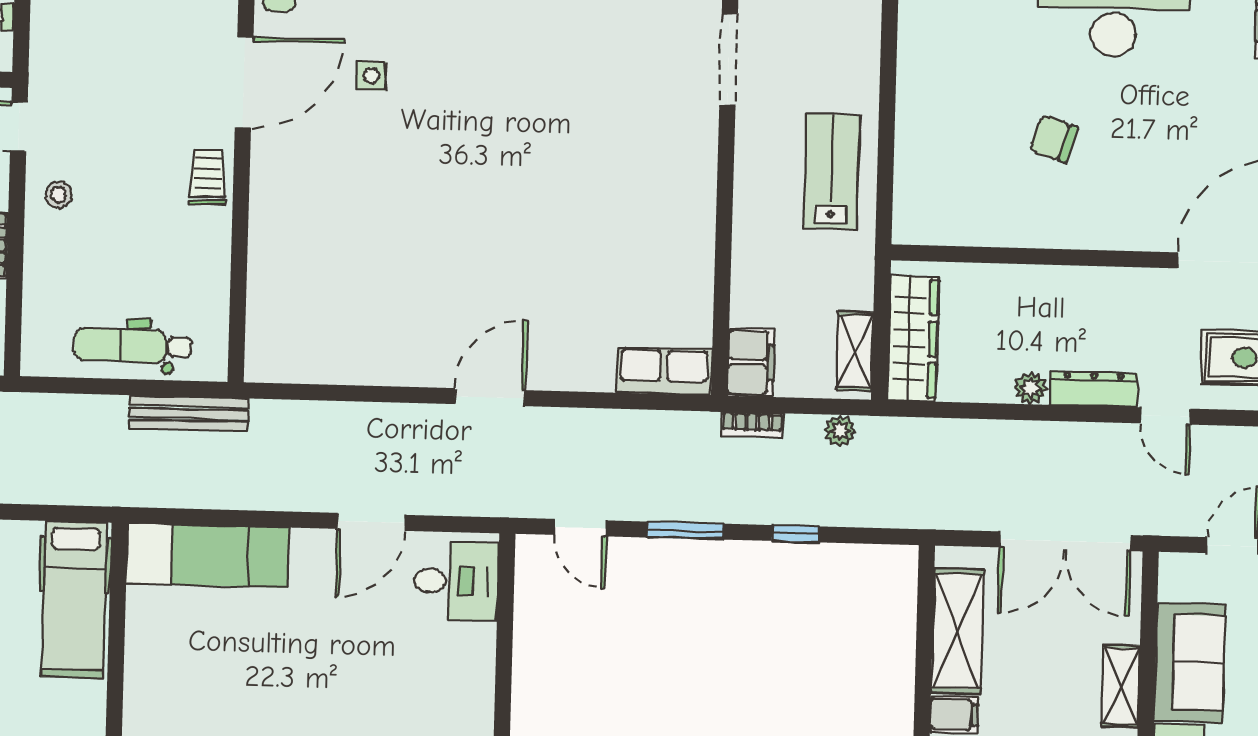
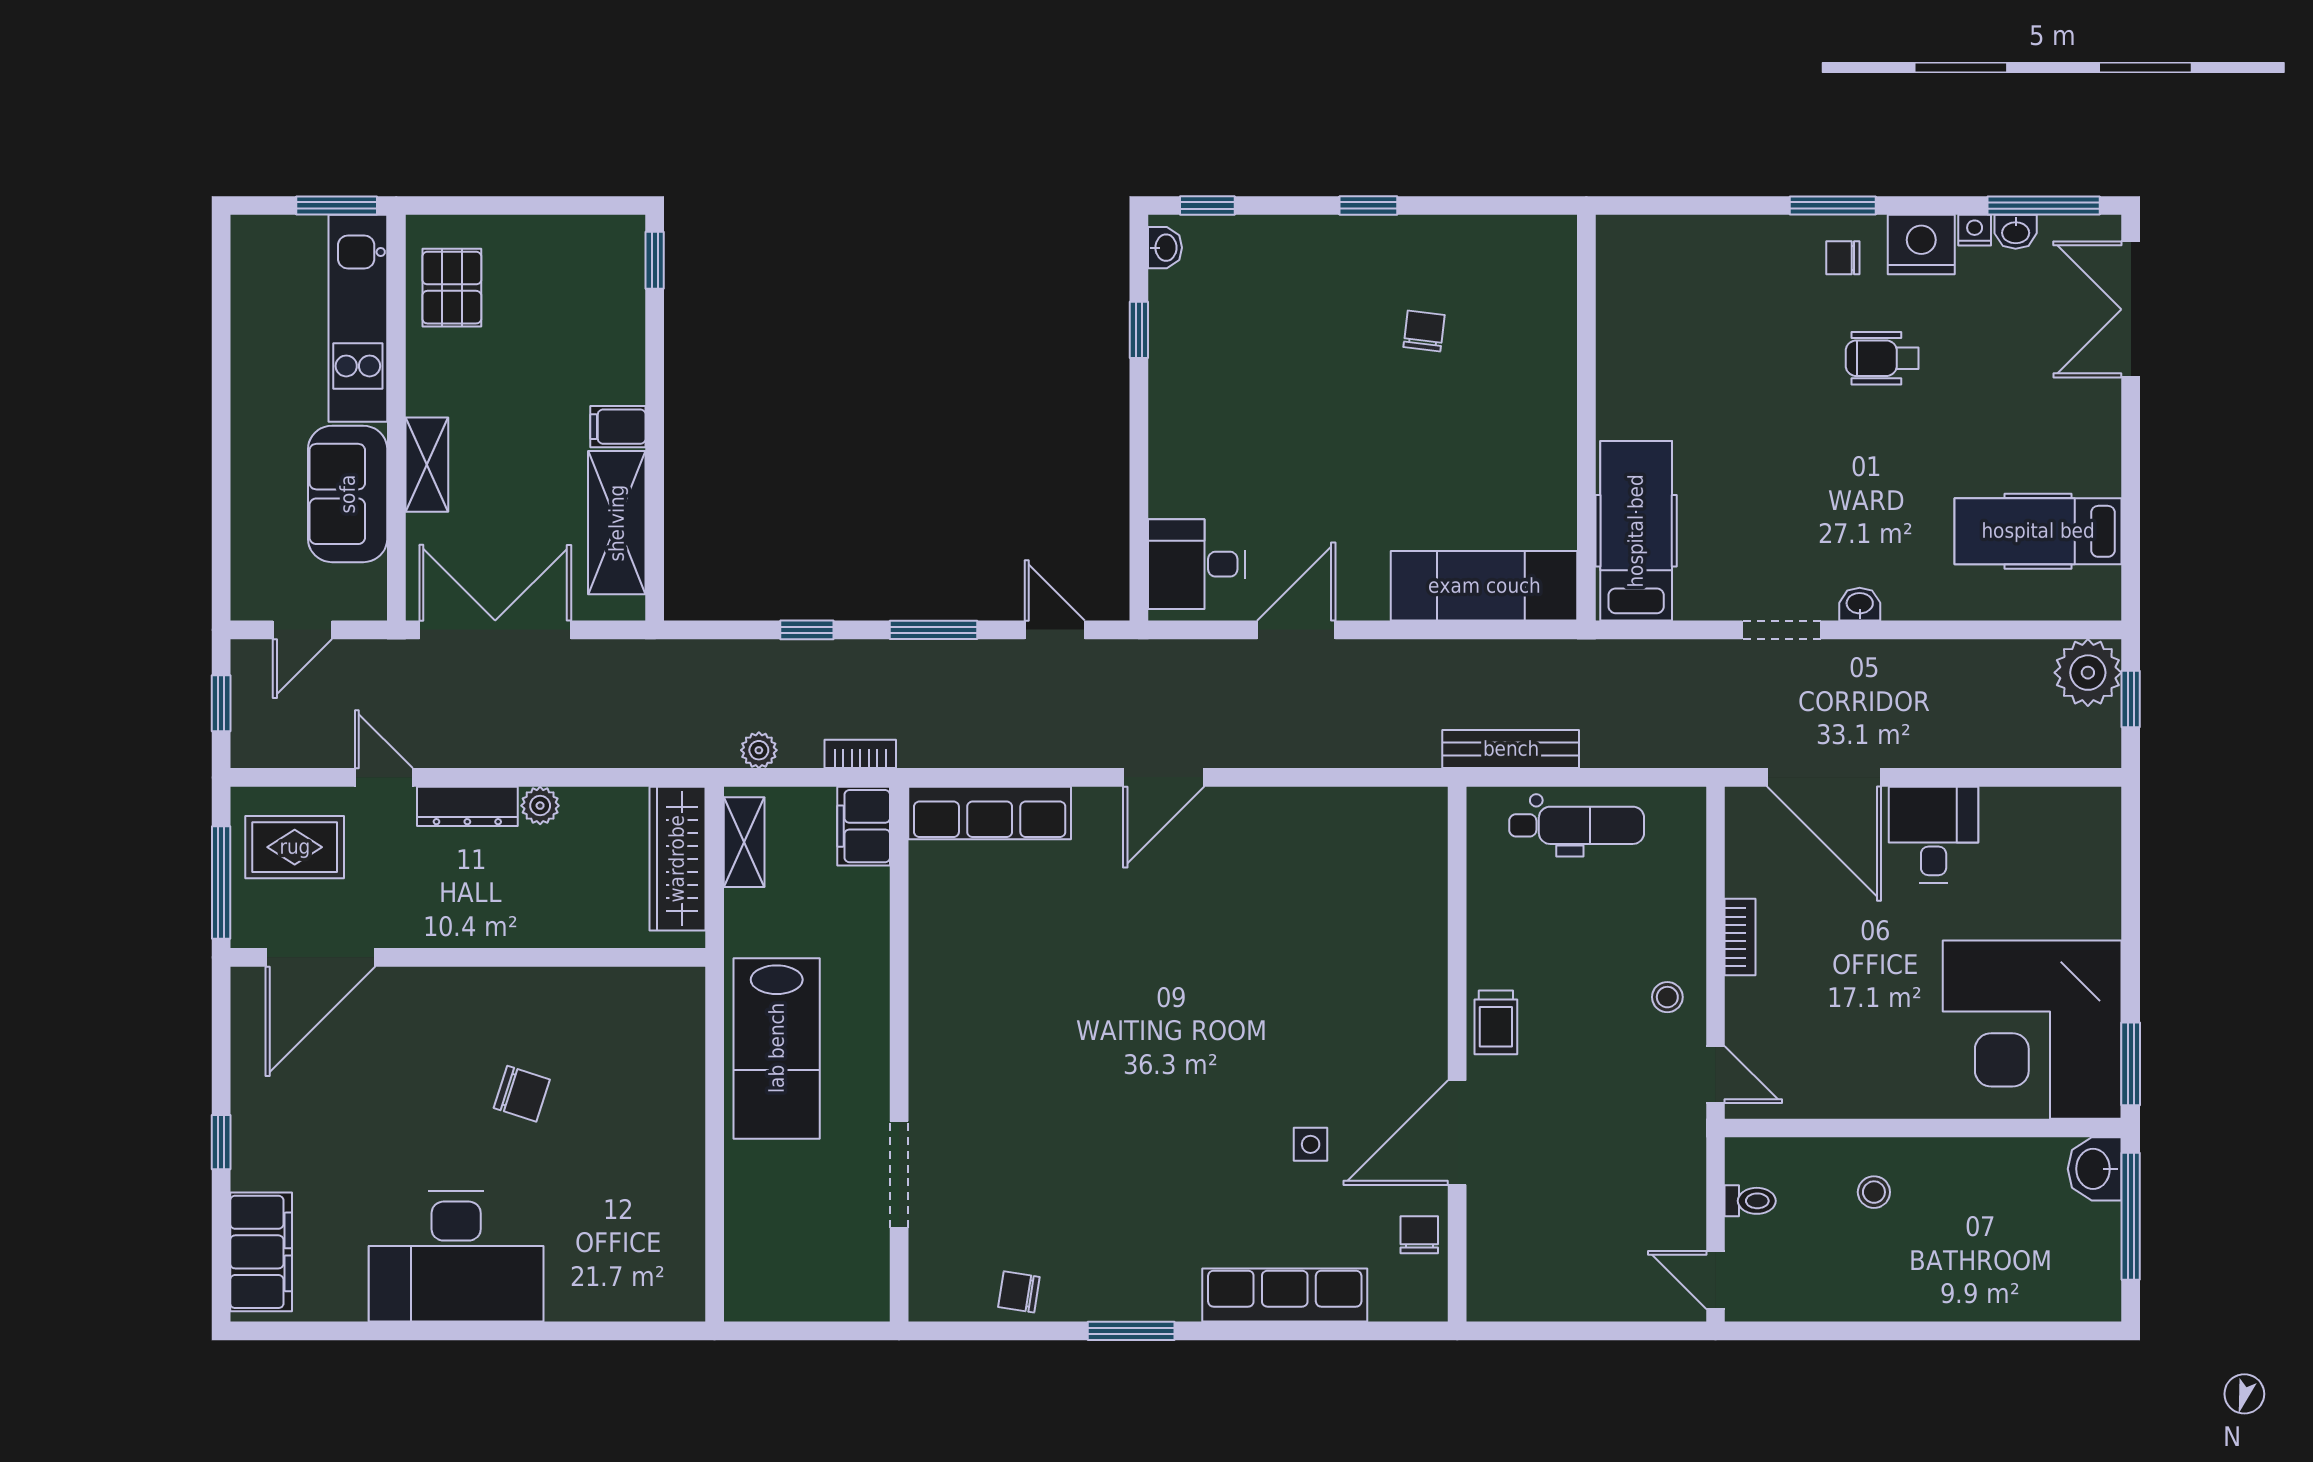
lab bench: (832, 172) -> (777, 1048), width x1.36, depth x1.39
row of seats: (664, 371) -> (990, 813), width x1.48

